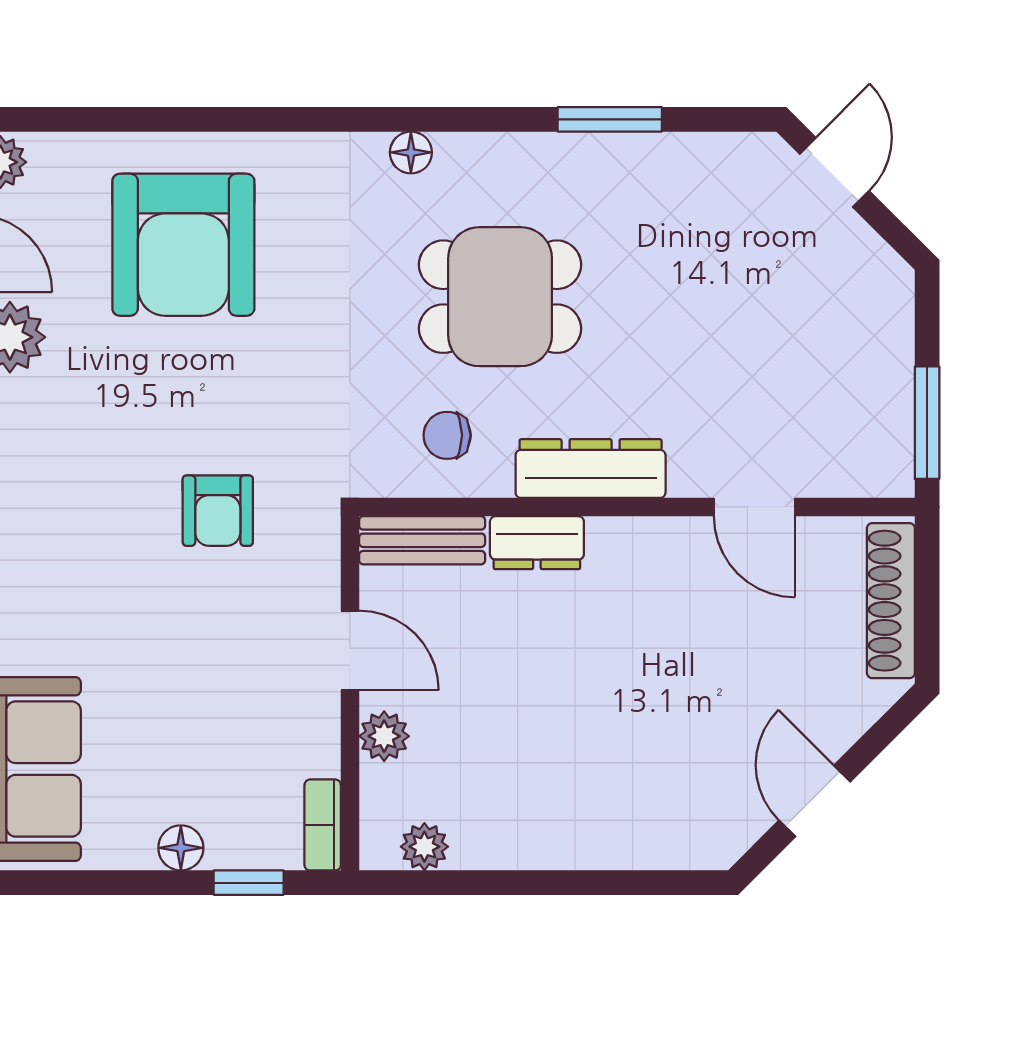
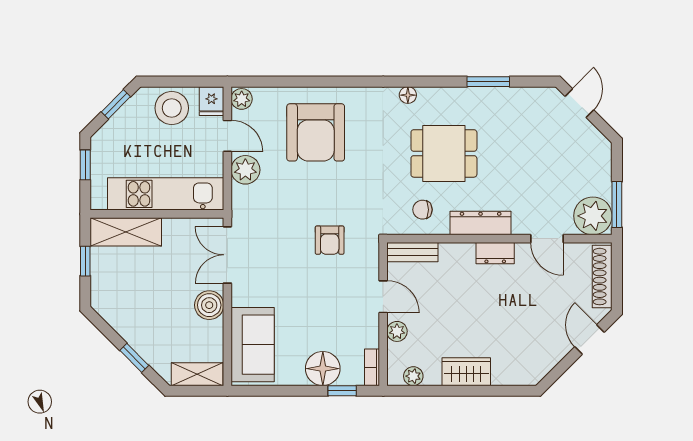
plant: (868, 451) -> (593, 216), added
dresser: (537, 543) -> (495, 253), moved
door: (815, 801) -> (590, 339), moved
wardrobe: (555, 836) -> (466, 372), added
floor lamp: (181, 848) -> (323, 369), width x1.89, depth x1.89

